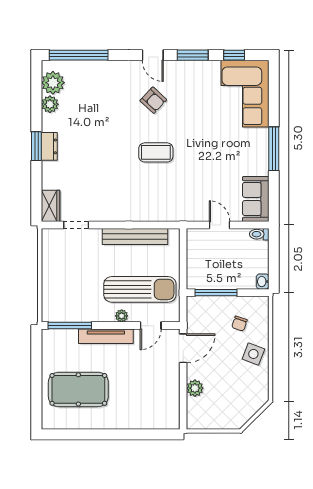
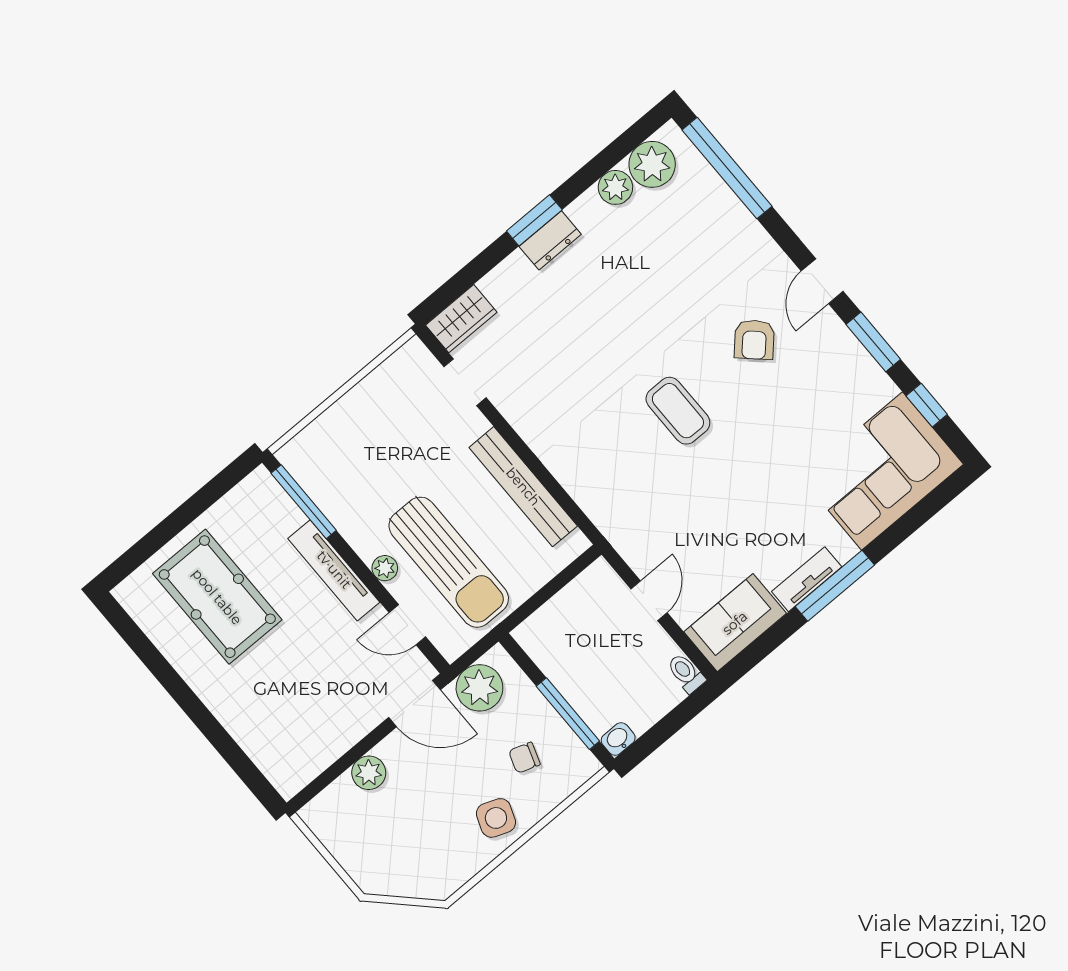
tv unit: (262, 157) -> (807, 579), added
window: (216, 293) -> (568, 714), moved
plant: (198, 318) -> (479, 688), added

